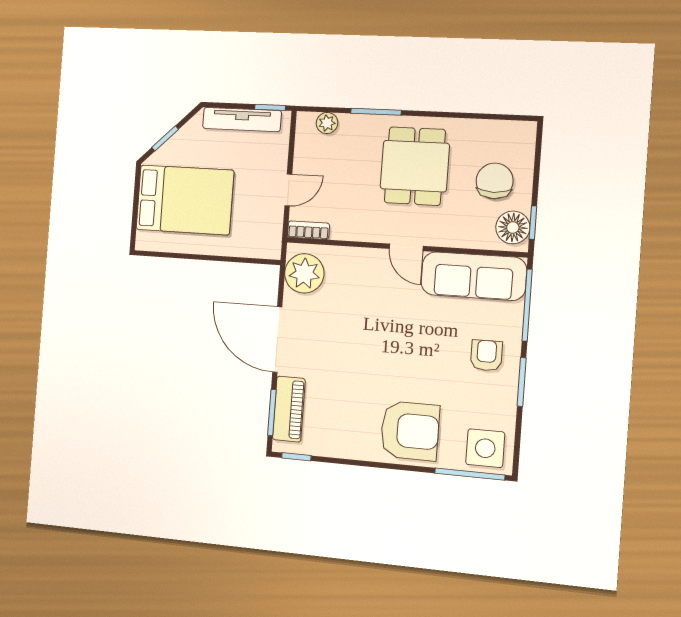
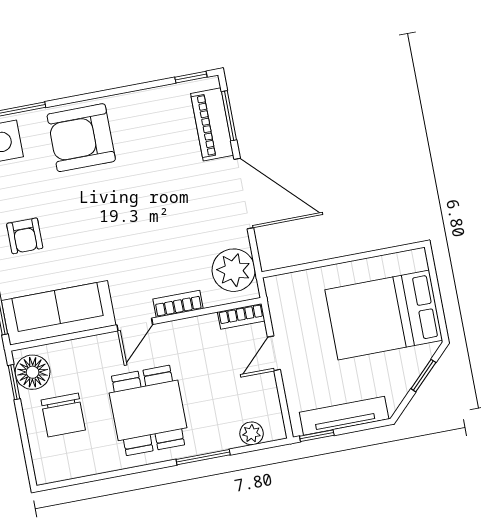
door: (406, 247) -> (135, 325), swing flipped
bookcase: (362, 256) -> (178, 304), added

